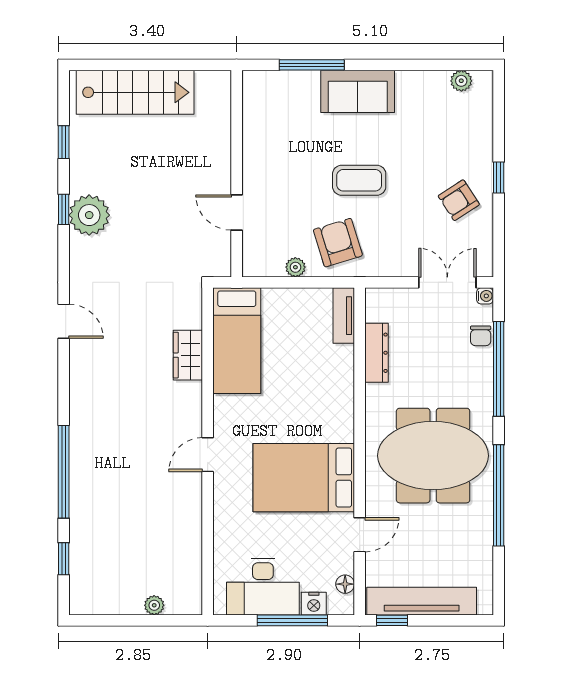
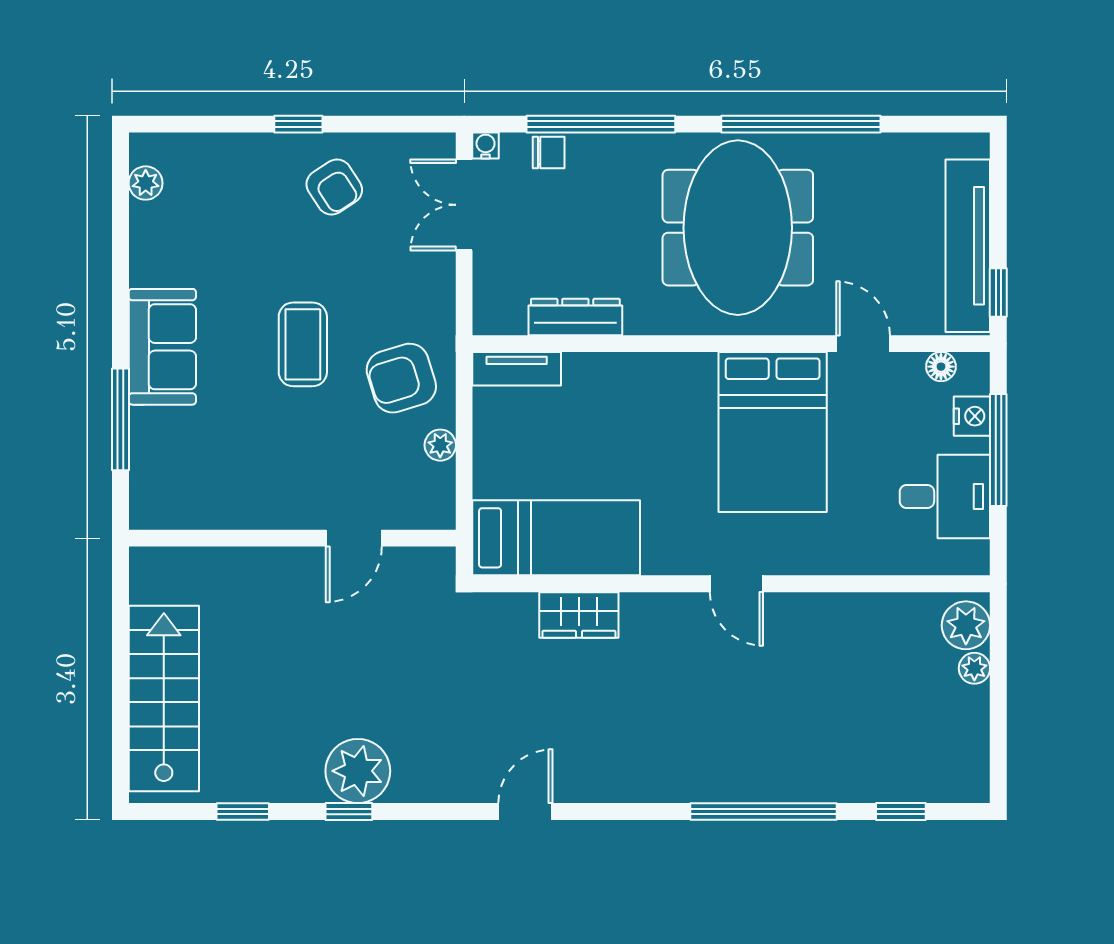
desk: (263, 587) -> (945, 497), width x0.73
plant: (181, 600) -> (966, 625), added

